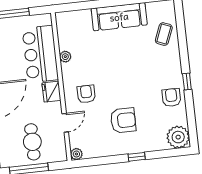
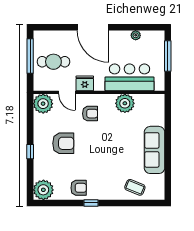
plant: (65, 57) -> (125, 103), width x1.88, depth x1.88
fridge: (51, 92) -> (85, 83), moved
armchair: (123, 120) -> (63, 143), turned -90
plant: (76, 154) -> (43, 104), width x1.87, depth x1.87

